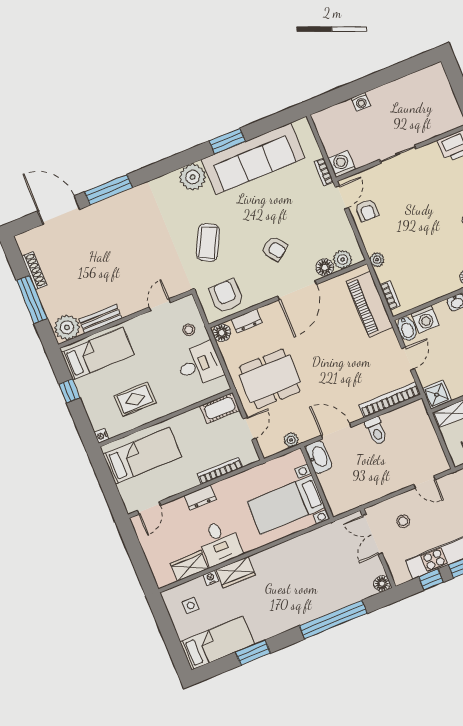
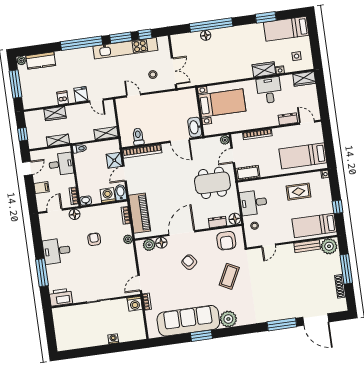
armchair: (367, 210) -> (94, 239), moved
shower: (437, 395) -> (114, 160), moved
toilet: (376, 431) -> (138, 137), moved
plant: (291, 440) -> (225, 140), moved
dresser: (200, 498) -> (288, 119), moved
door: (149, 508) -> (307, 122), hinge flipped
wardrobe: (189, 566) -> (304, 79), moved
floor lamp: (382, 584) -> (206, 35), moved

